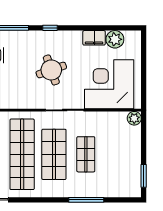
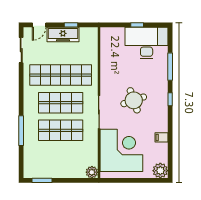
filing cabinet: (94, 38) -> (162, 137), width x0.50
plant: (115, 39) -> (160, 171), moved
shop shelf: (86, 154) -> (61, 130), width x1.43, depth x1.36

